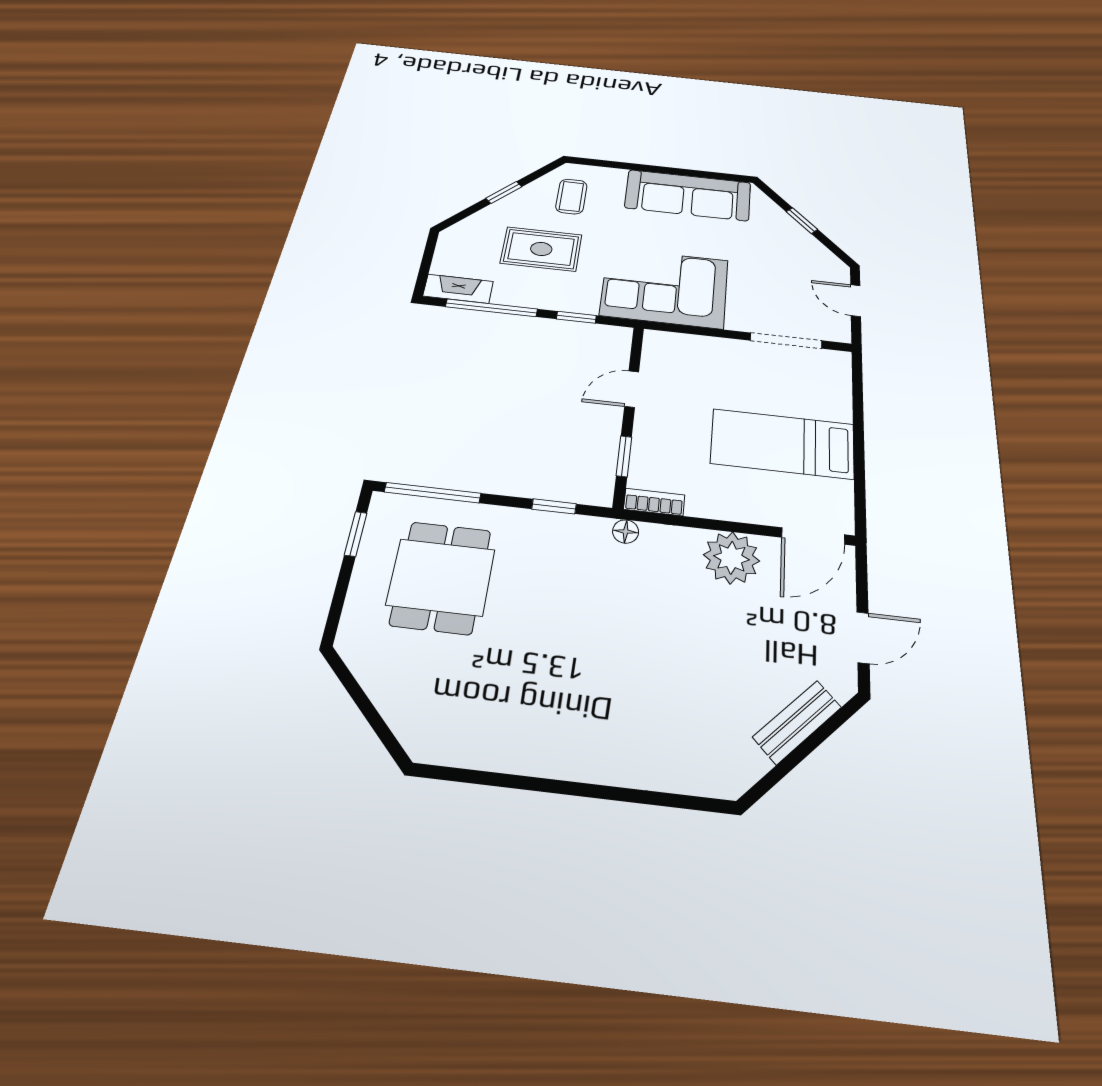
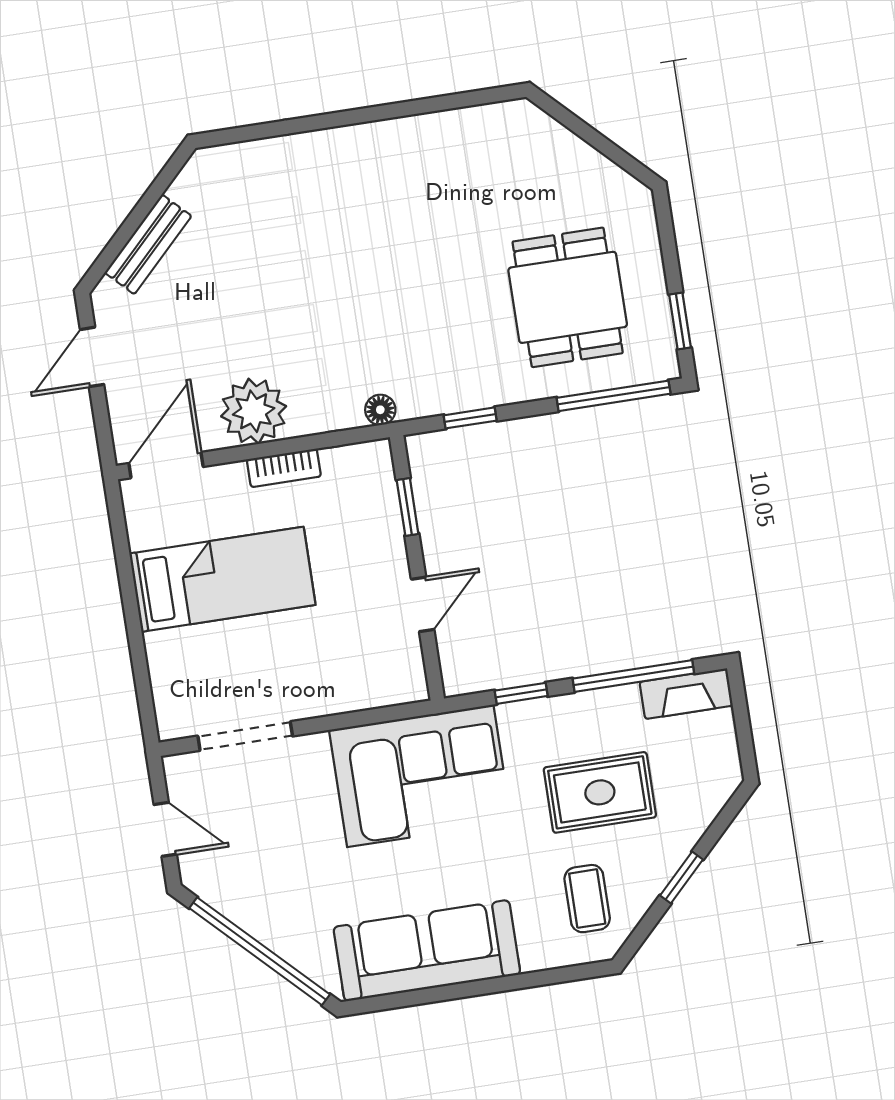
window: (802, 221) -> (260, 951), width x3.17
bookcase: (654, 502) -> (284, 468), moved

